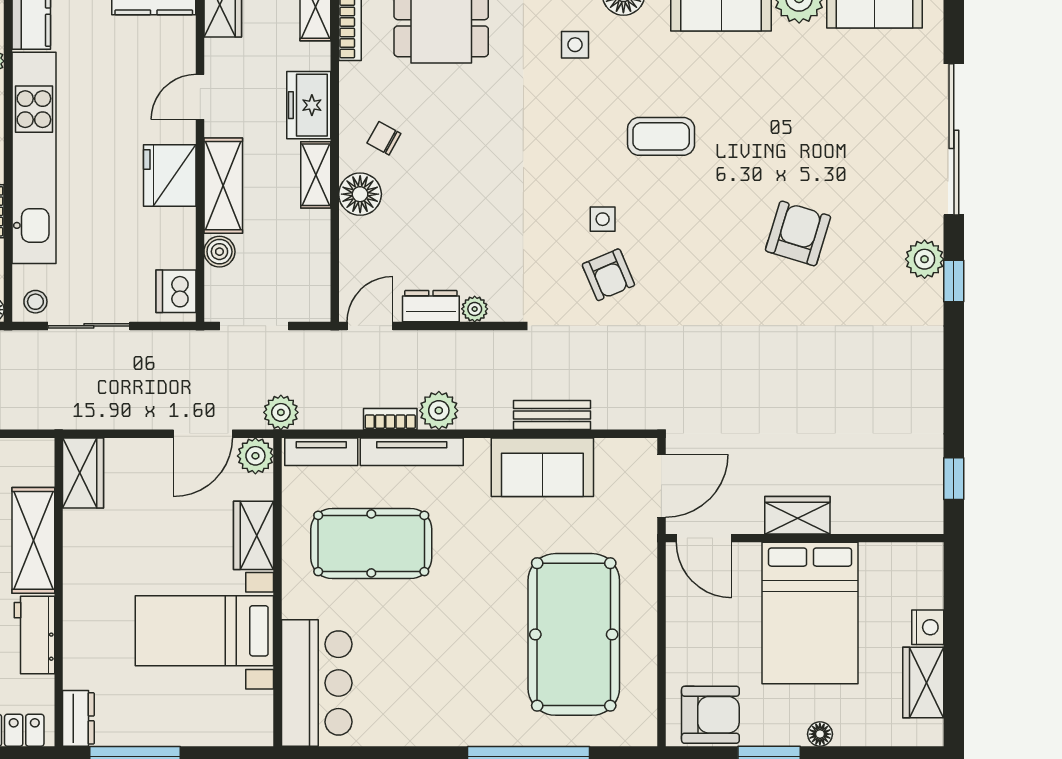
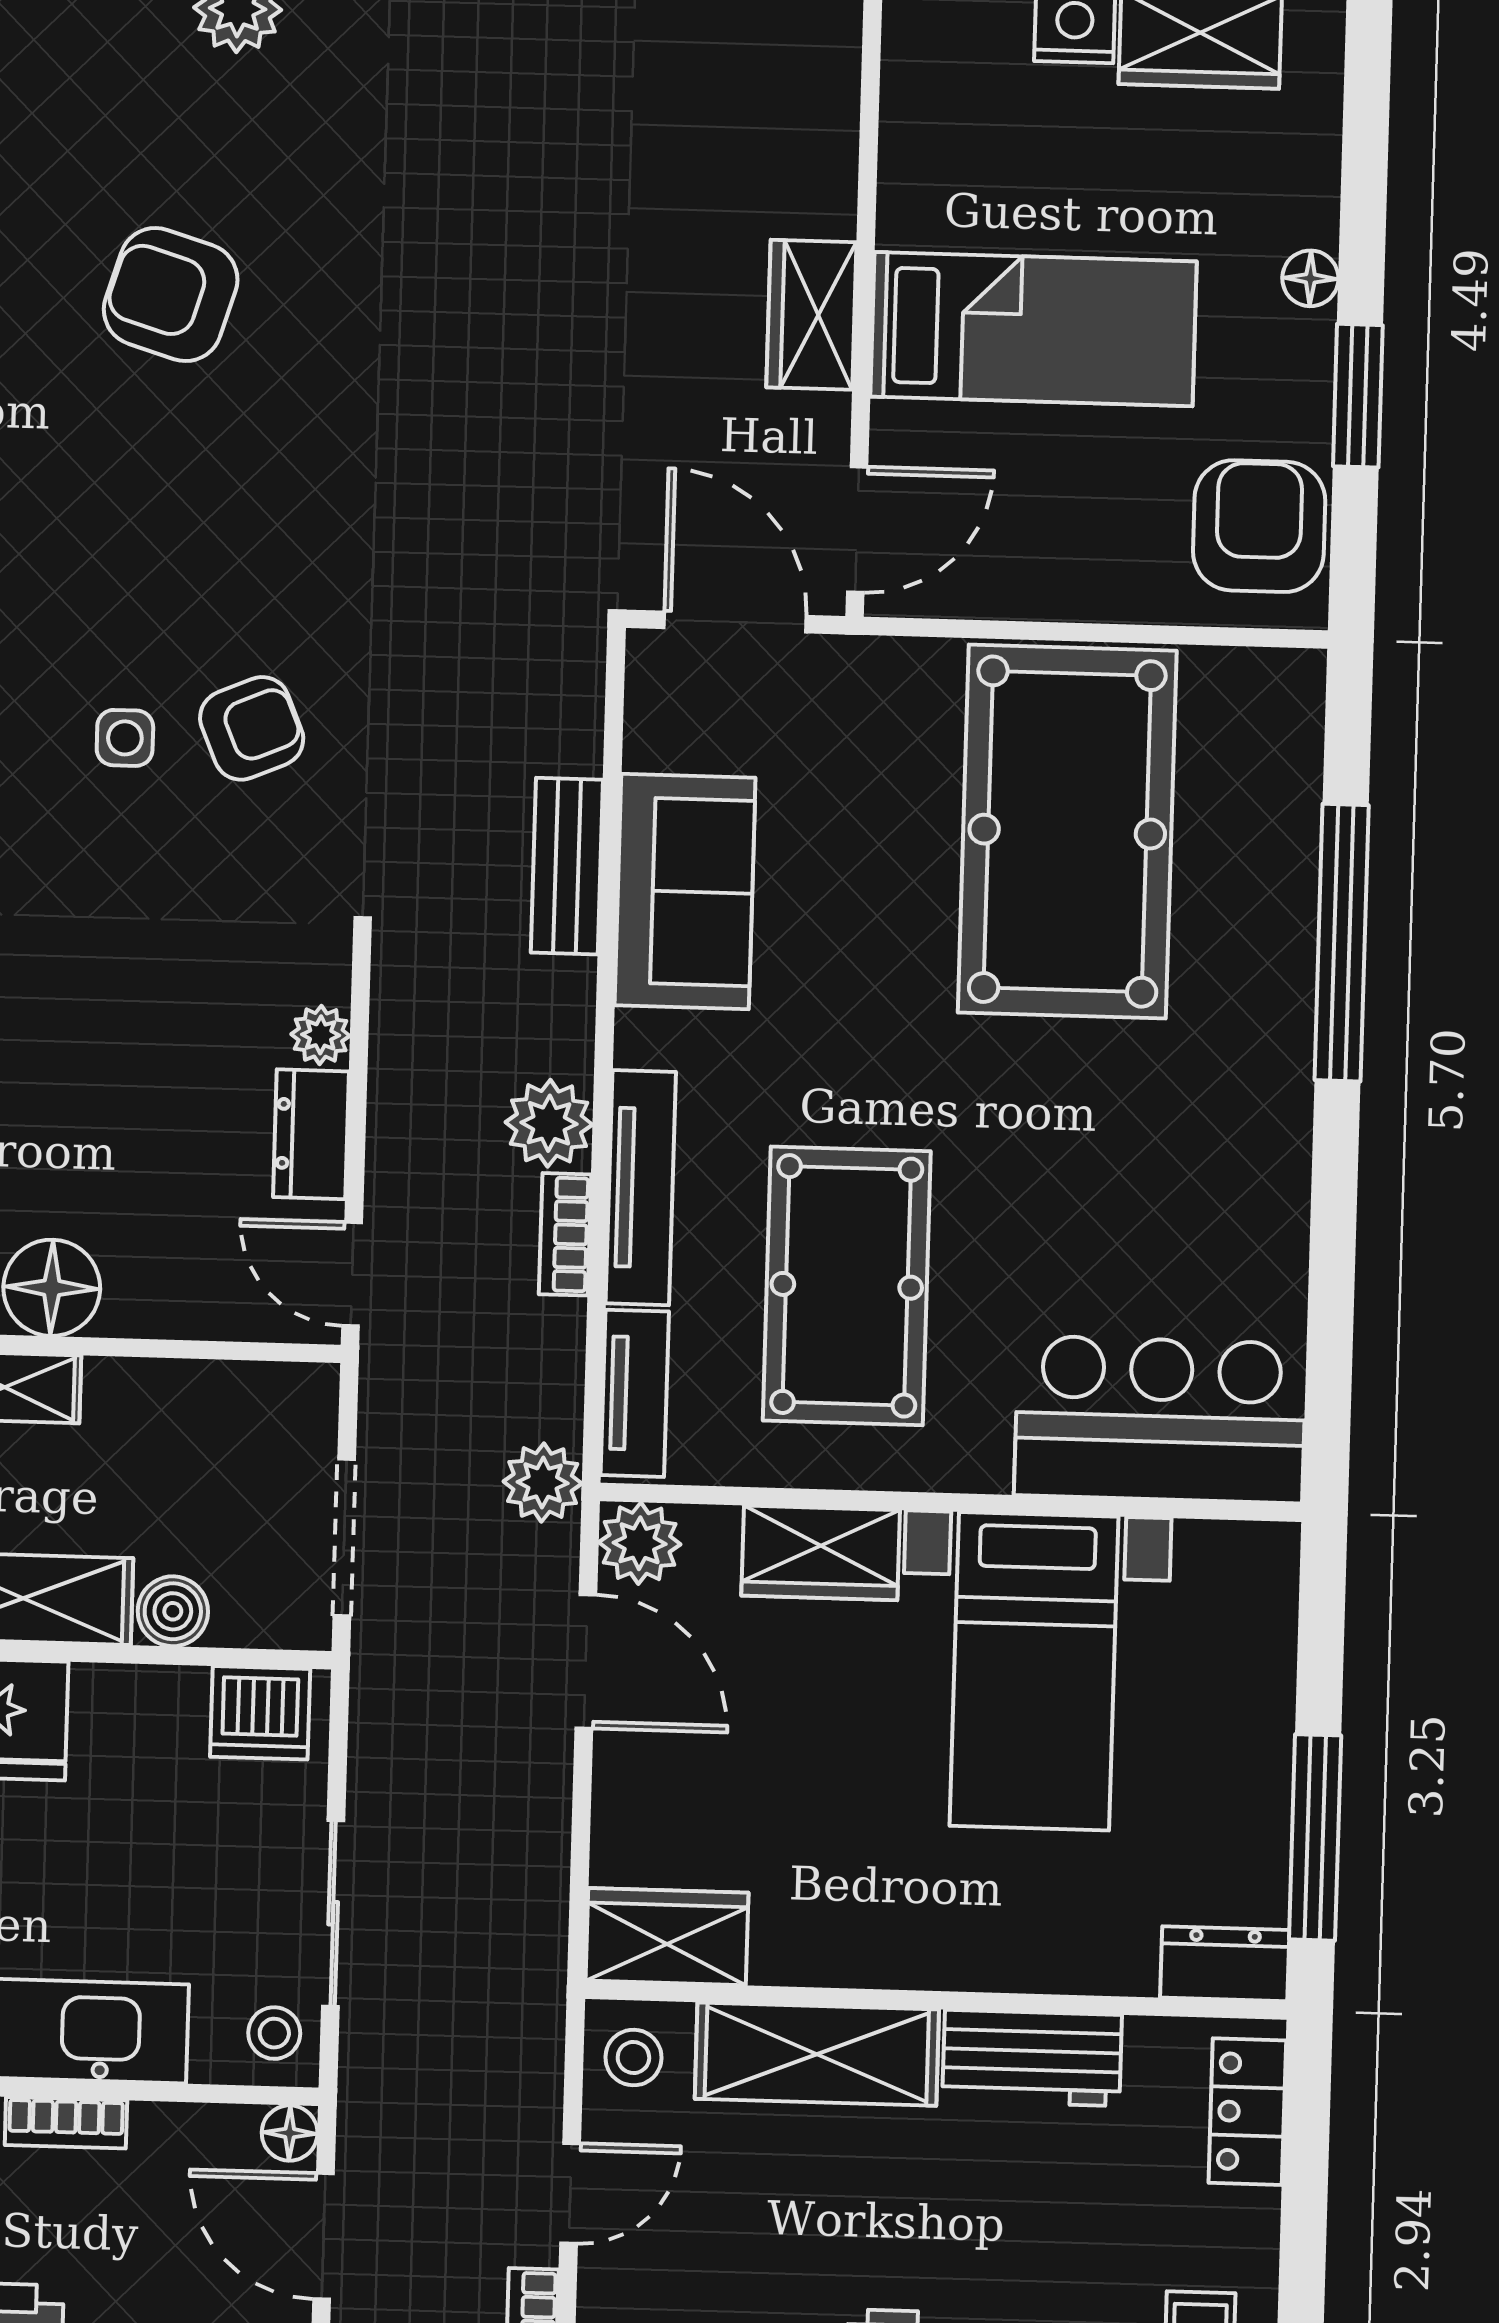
stool: (29, 460) -> (633, 2058), added
bed: (810, 613) -> (1033, 329), width x0.67
pool table: (574, 634) -> (1067, 832), turned 90

